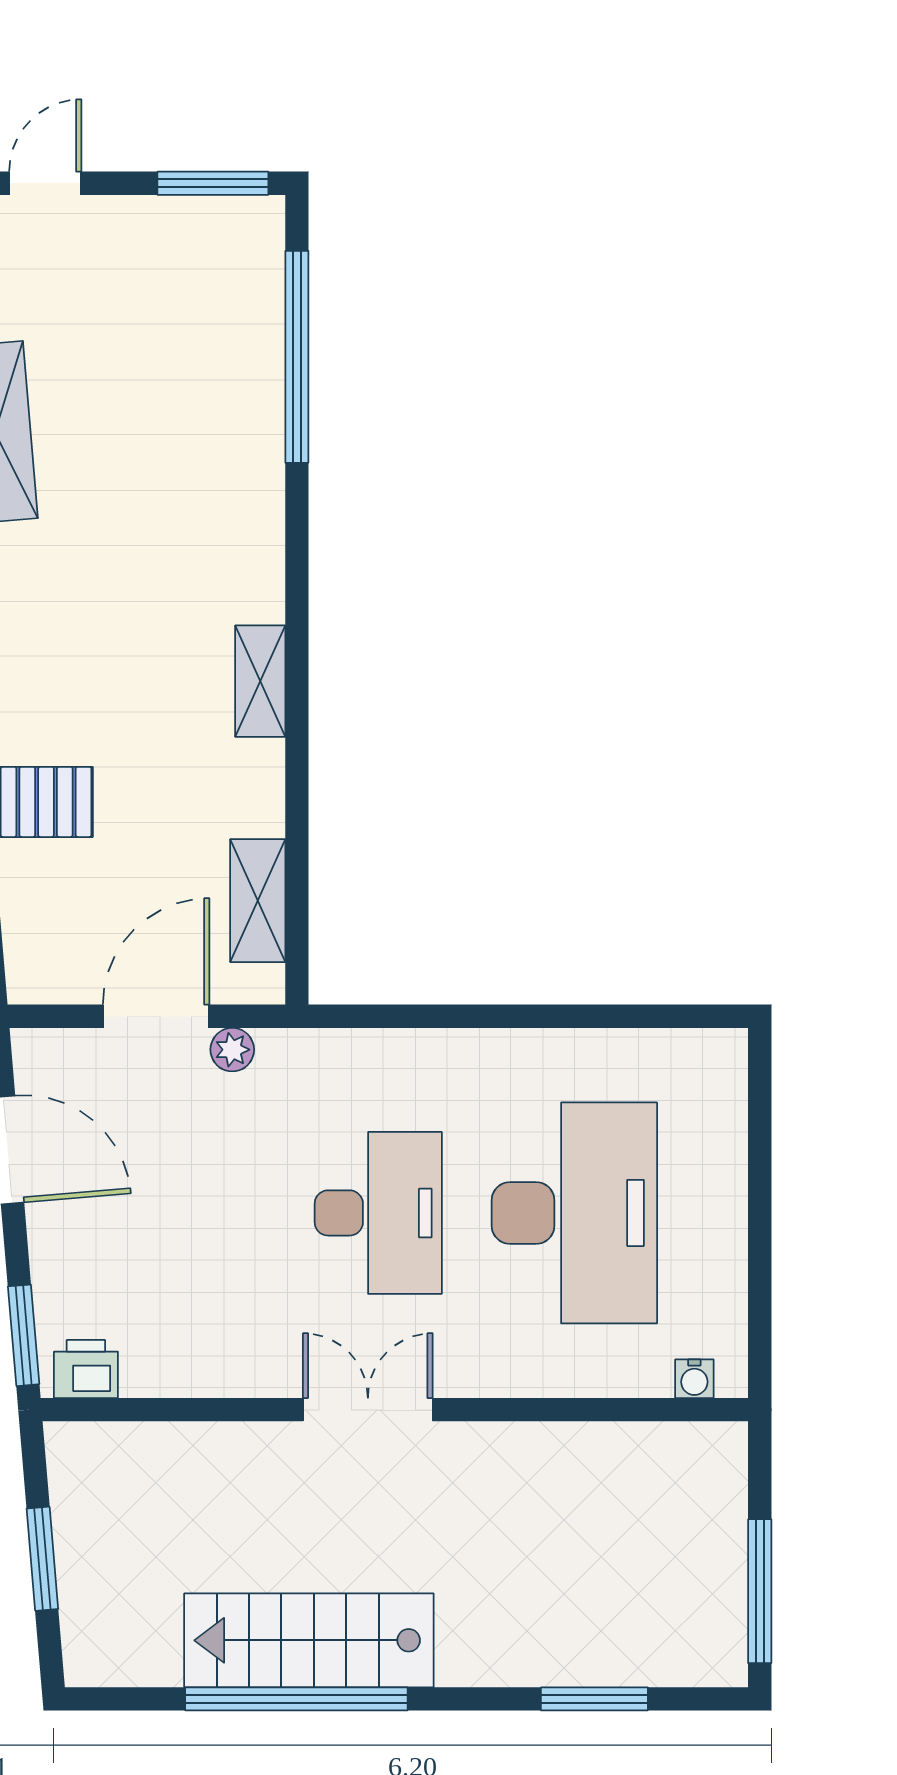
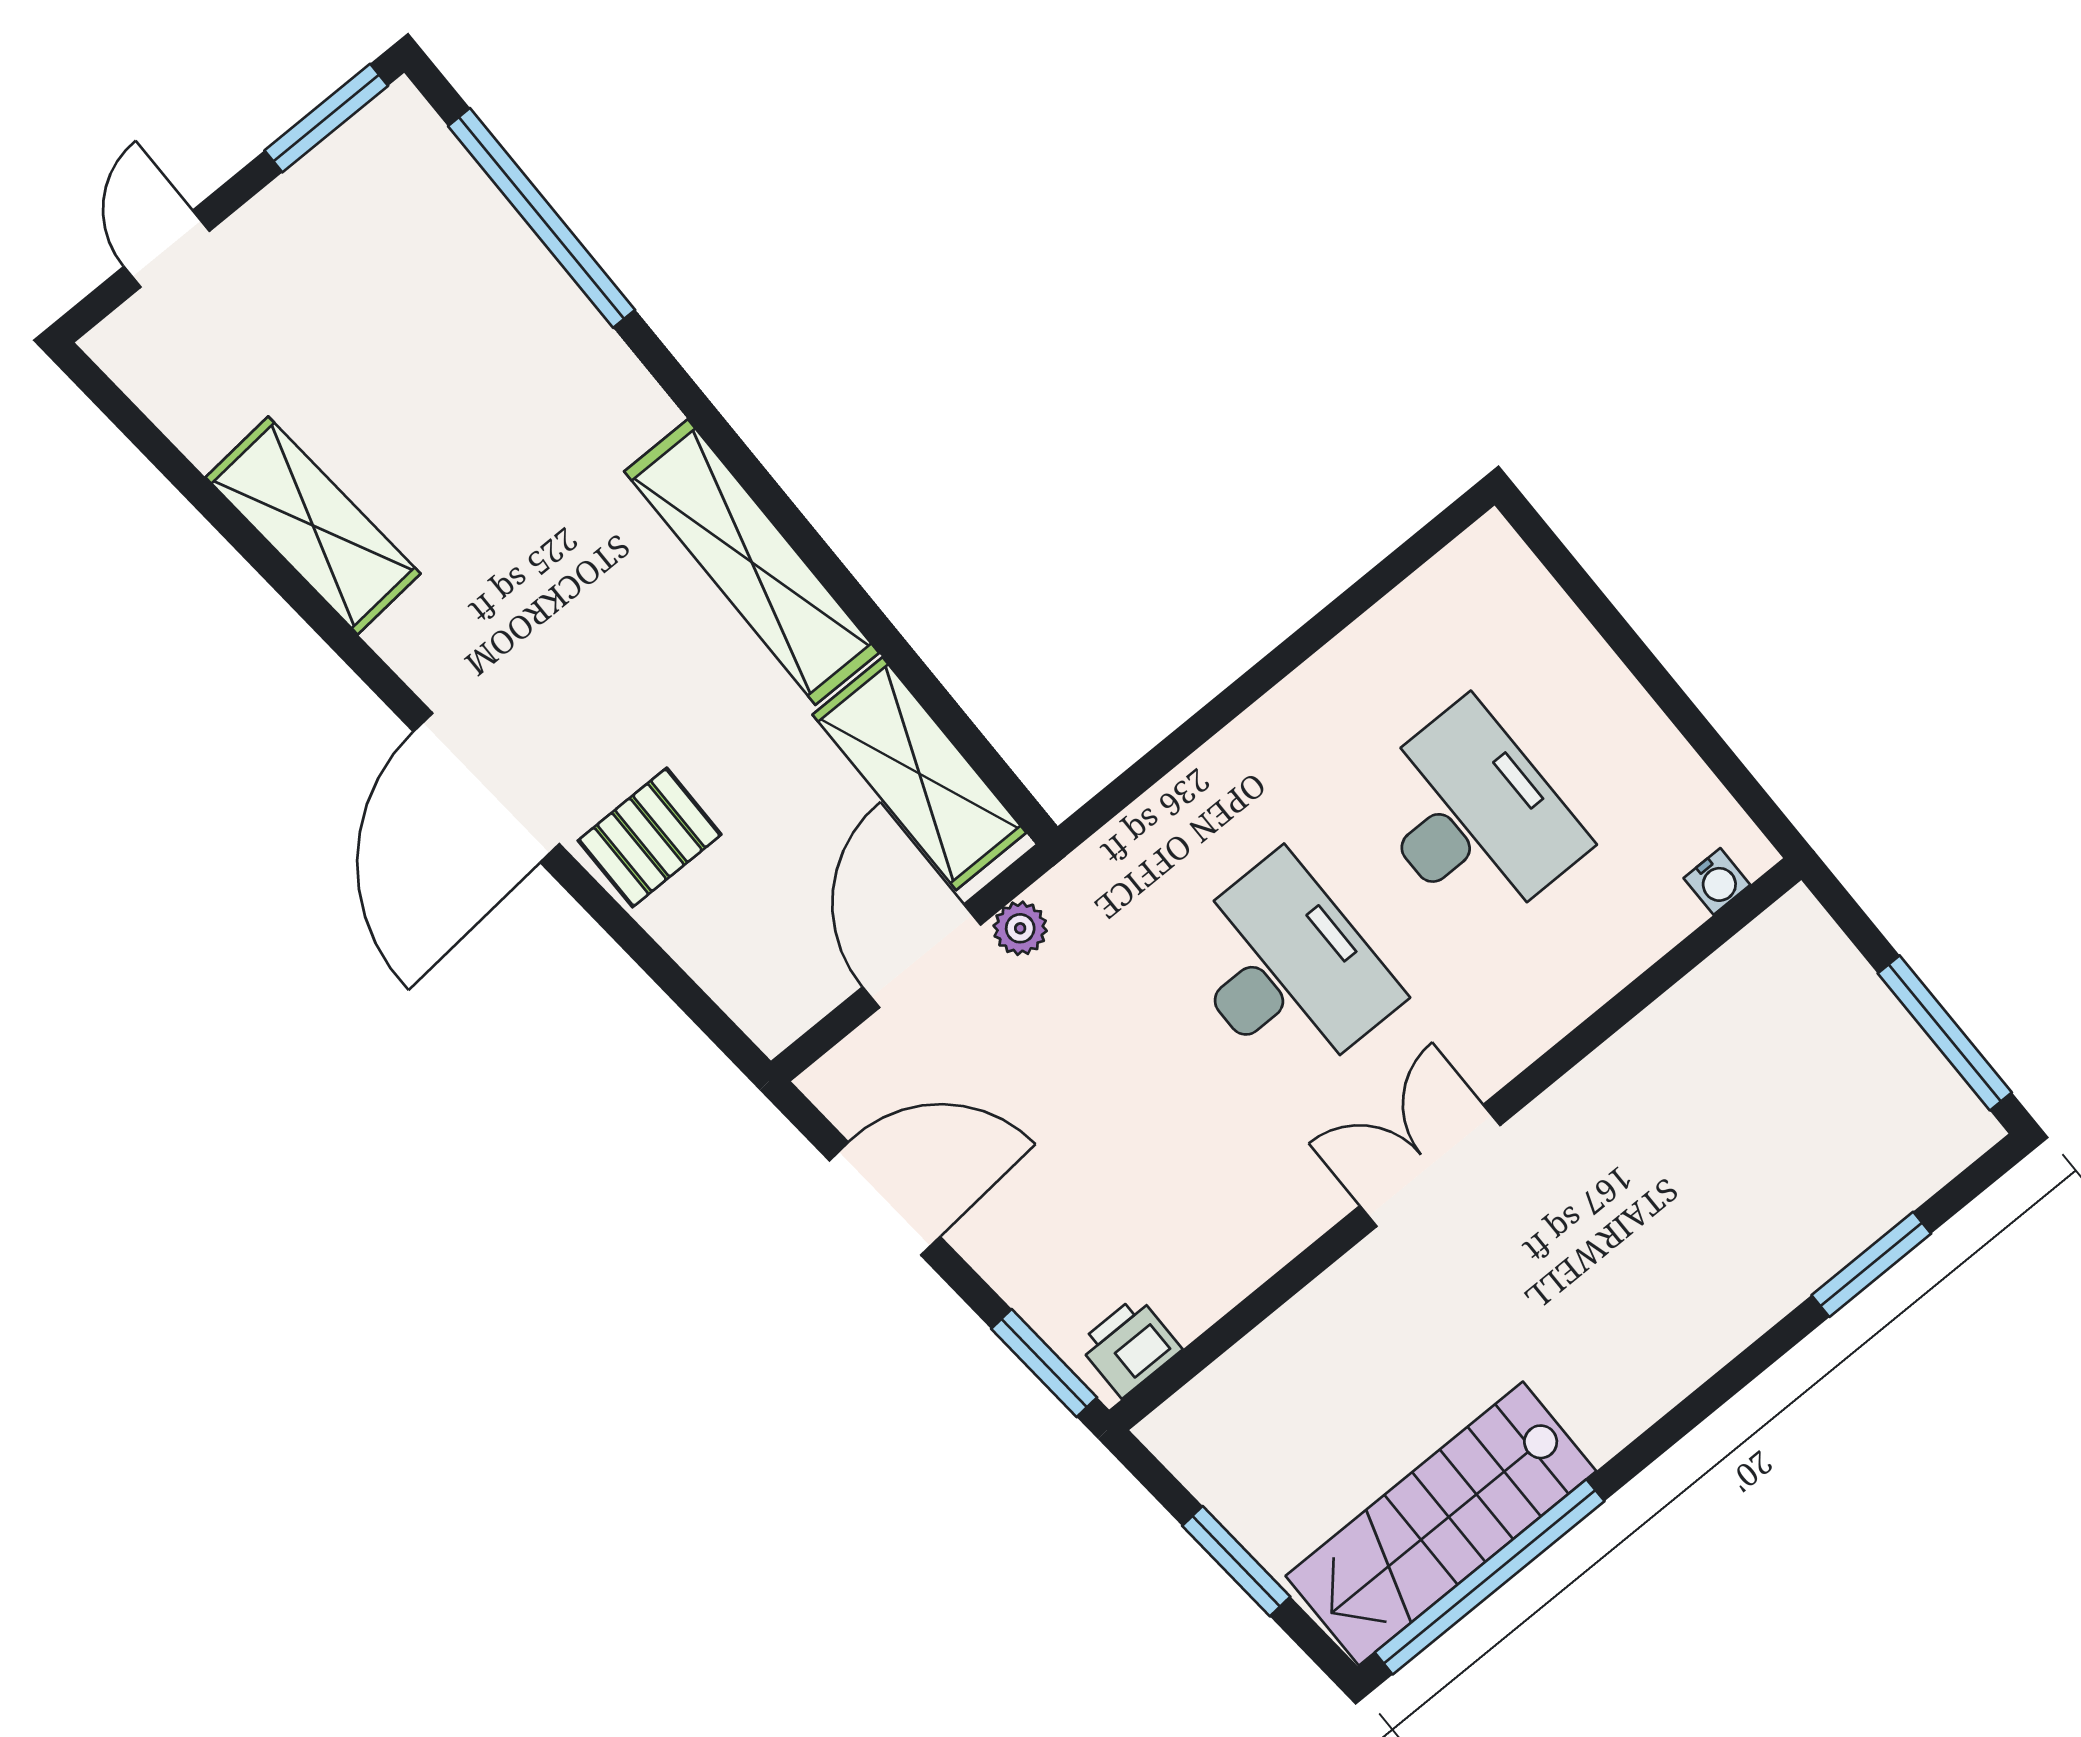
shelving: (260, 681) -> (752, 562), width x2.20, depth x1.33
shelving: (258, 901) -> (919, 774), width x1.50, depth x1.33
desk: (574, 1213) -> (1473, 817), width x0.73, depth x0.77
stairs: (309, 1640) -> (1441, 1523), moved
window: (296, 1699) -> (1490, 1577), moved

